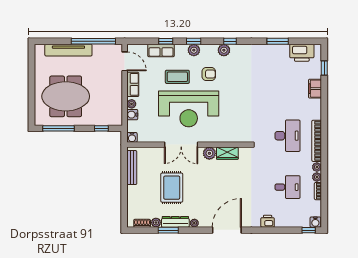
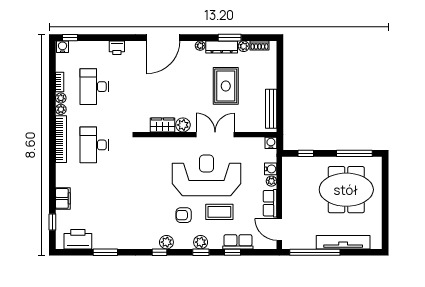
desk: (287, 187) -> (94, 87), width x1.37

